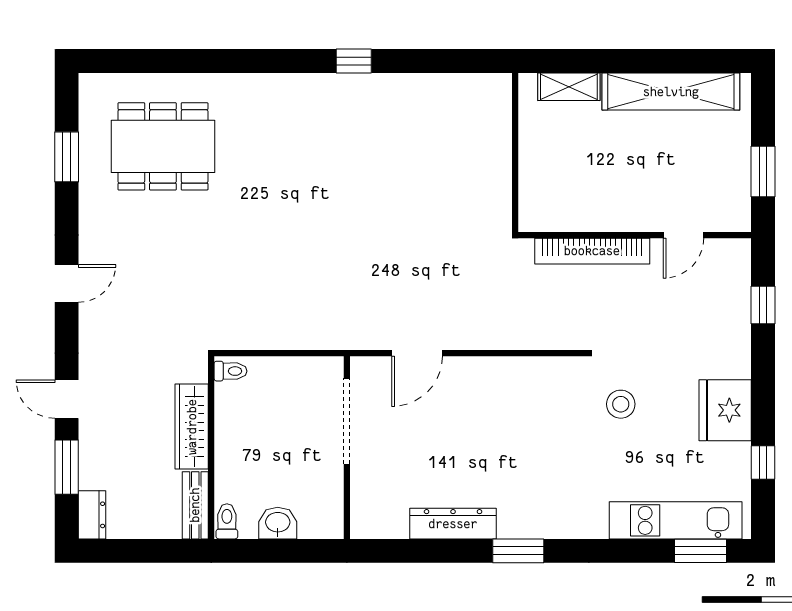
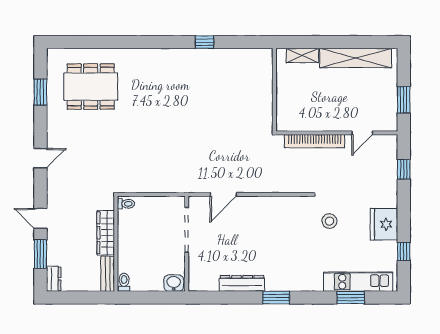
window: (354, 61) -> (205, 42), moved
washbasin: (278, 523) -> (174, 283), moved
window: (700, 551) -> (351, 298), moved

